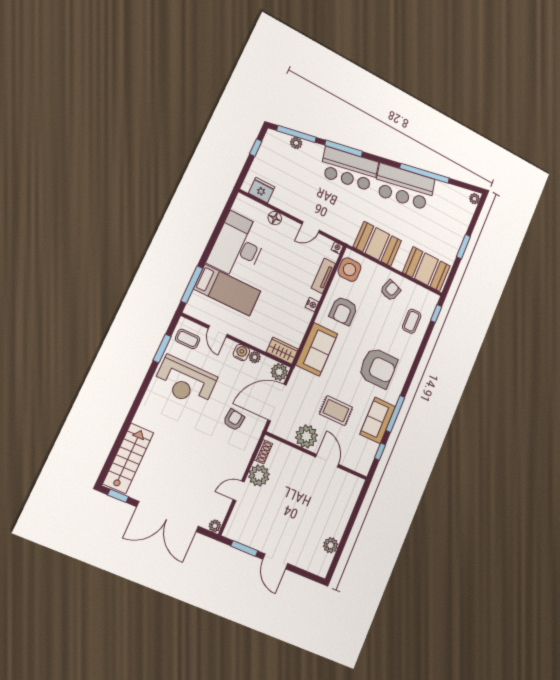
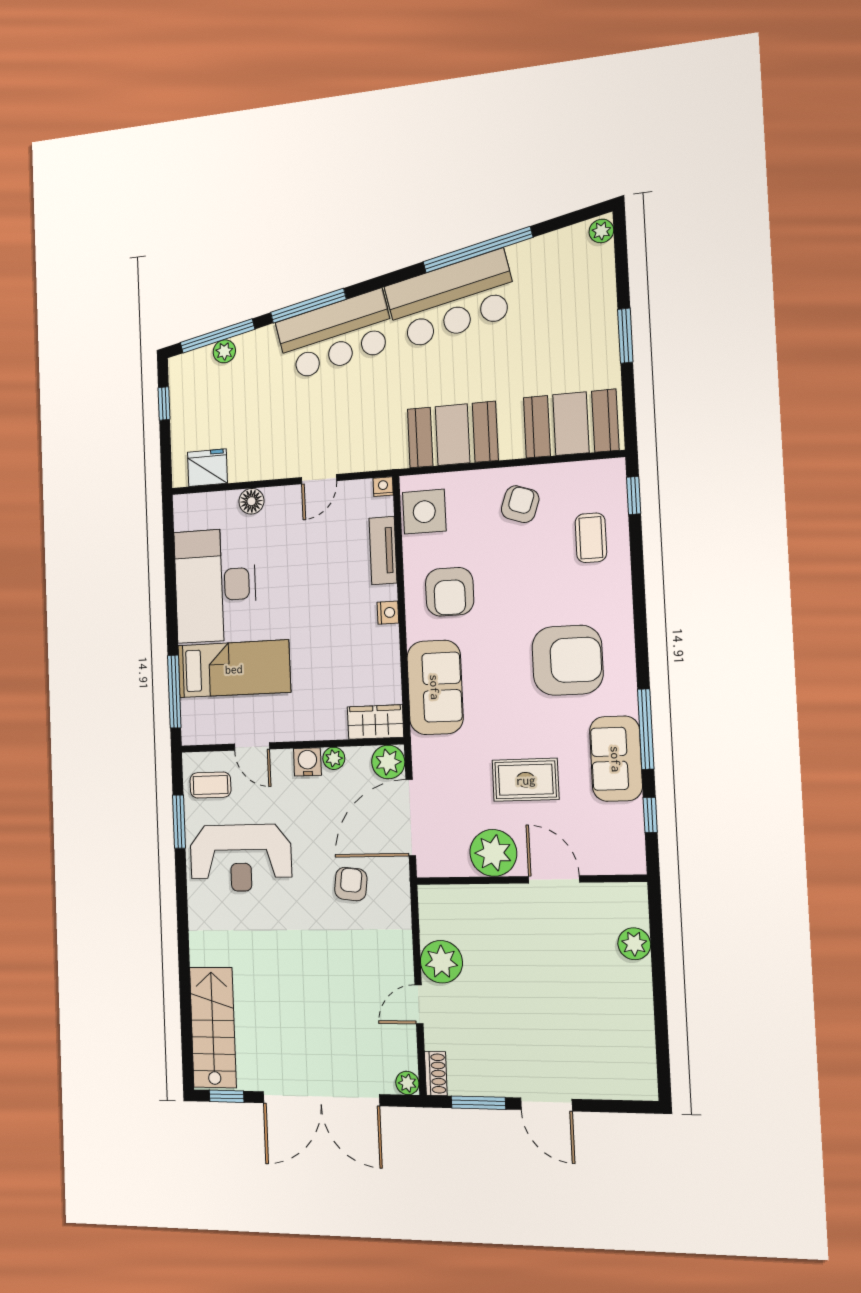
shoe rack: (263, 452) -> (436, 1073), moved
plant: (331, 545) -> (634, 944), moved

